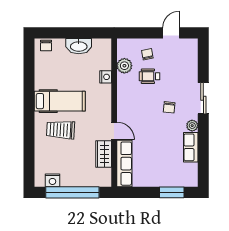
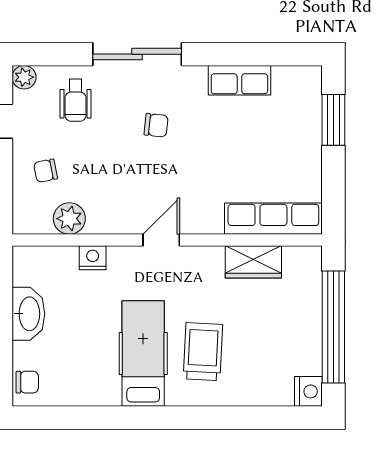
wheelchair: (150, 76) -> (76, 100), moved
sliding door: (203, 98) -> (137, 54), width x1.37
plant: (192, 126) -> (24, 77), moved
trolley: (61, 130) -> (203, 352), turned 180
door: (114, 131) -> (161, 240), moved
nightstand: (52, 180) -> (308, 391), moved

